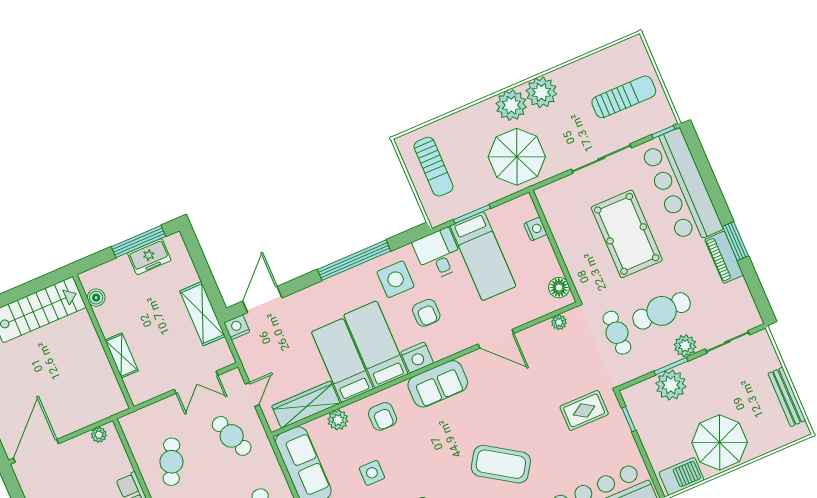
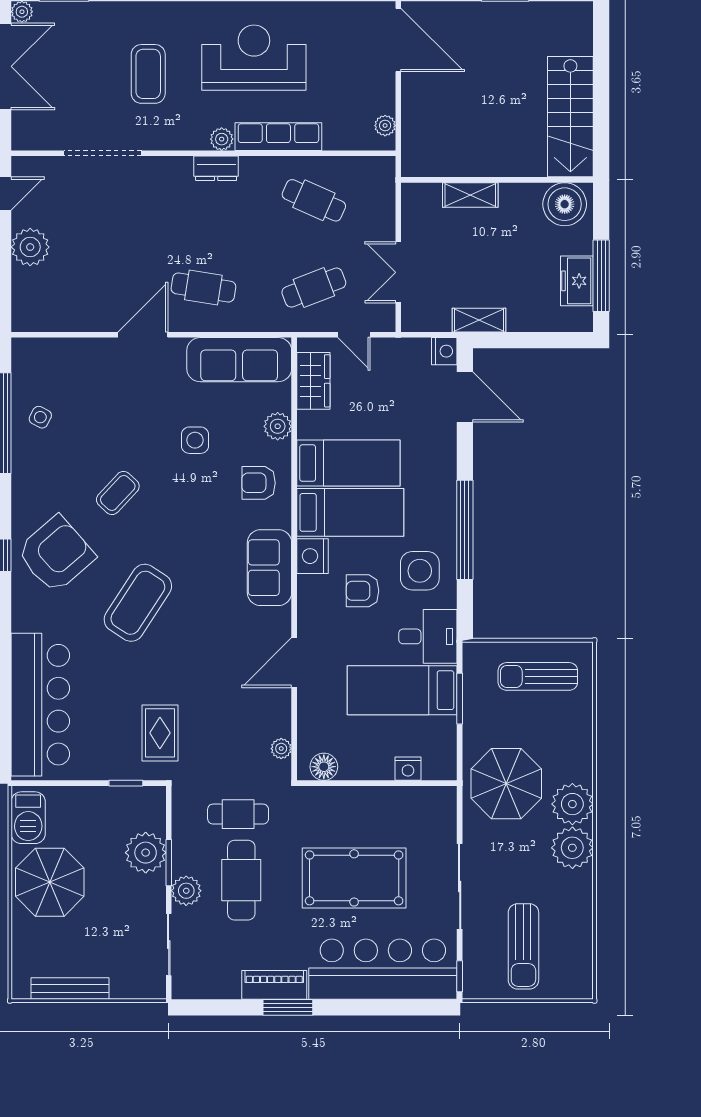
boiler: (96, 298) -> (565, 204), width x1.86, depth x1.86
shelving: (202, 314) -> (479, 320), width x0.67, depth x0.75
wardrobe: (306, 405) -> (313, 381), width x0.67

